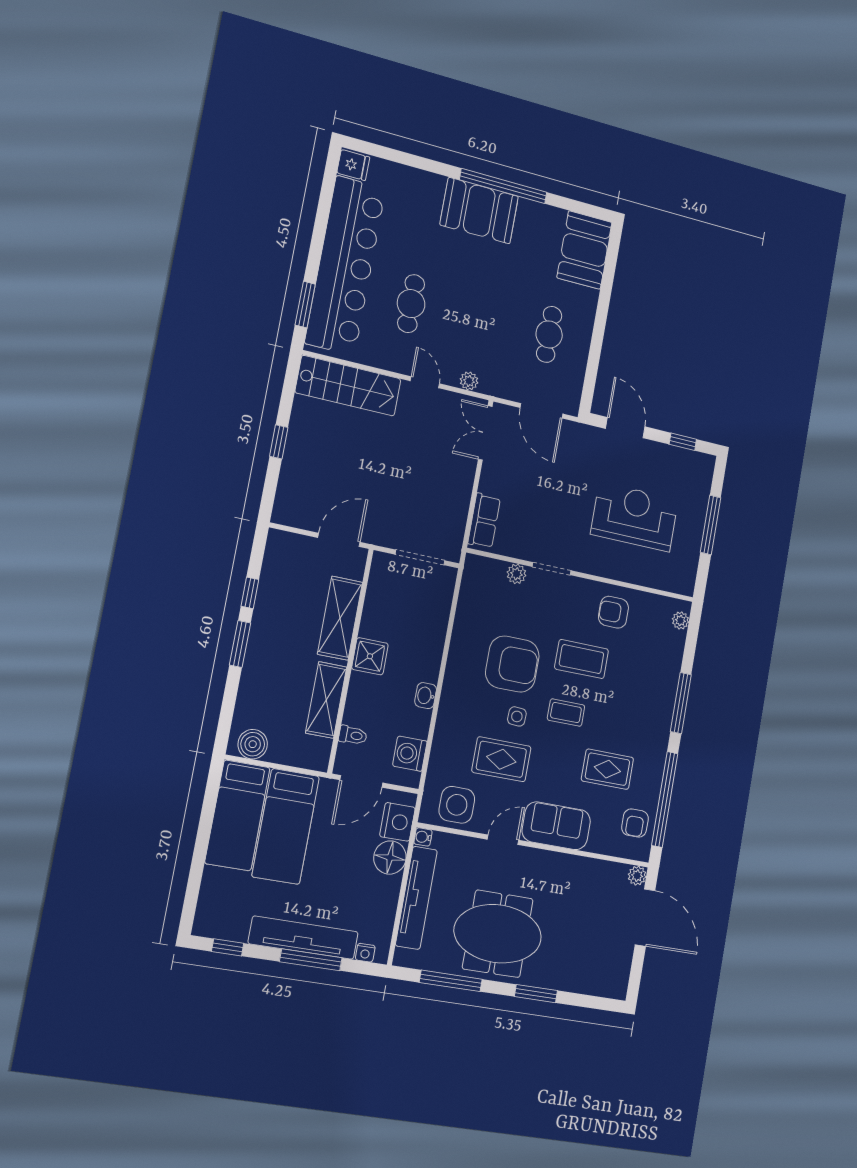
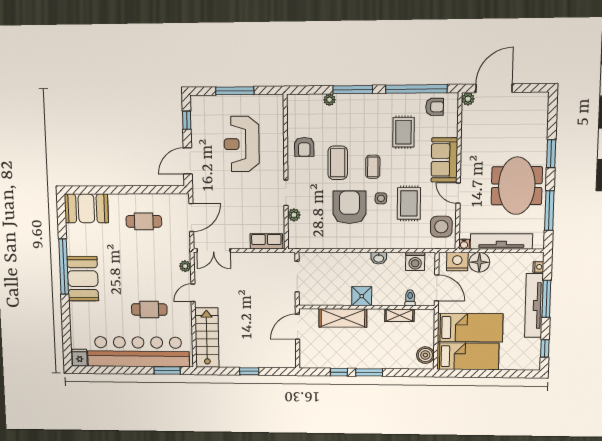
door: (339, 540) -> (297, 327), hinge flipped
plant: (680, 621) -> (329, 100), moved
shelving: (326, 700) -> (399, 315), width x0.67, depth x0.75

